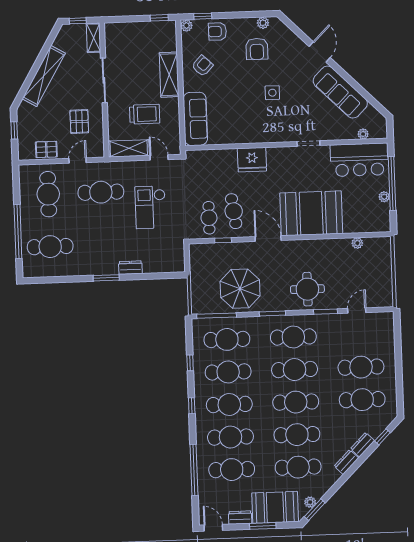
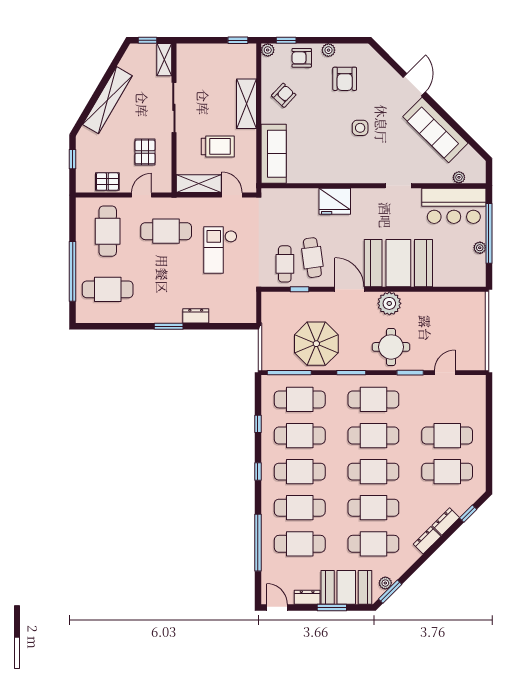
plant: (263, 23) -> (328, 50), moved
plant: (357, 243) -> (389, 303), moved, width x1.88, depth x1.88

